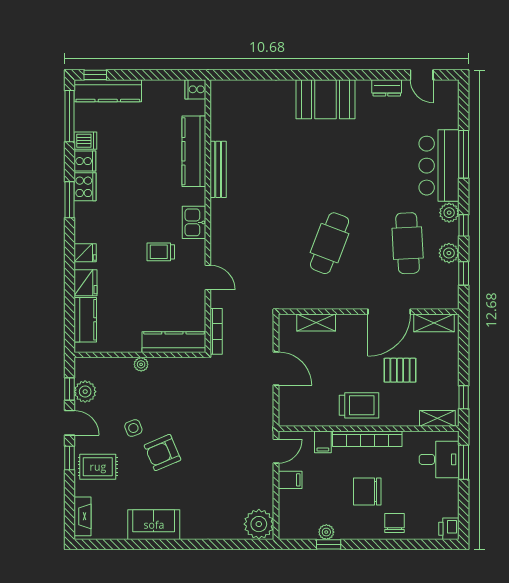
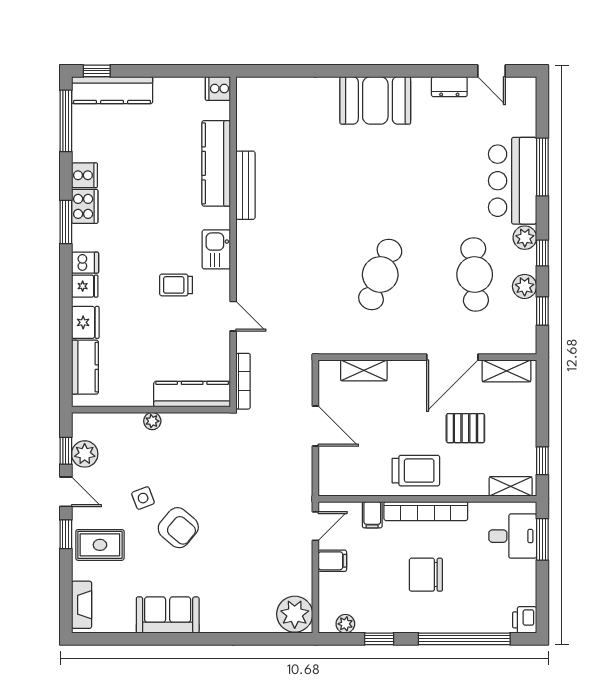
dishwasher: (85, 141) -> (85, 263), moved
armchair: (163, 453) -> (178, 528), turned -117
chair: (394, 523) -> (459, 613), removed
plant: (326, 532) -> (345, 624), moved
window: (399, 544) -> (464, 639), added

